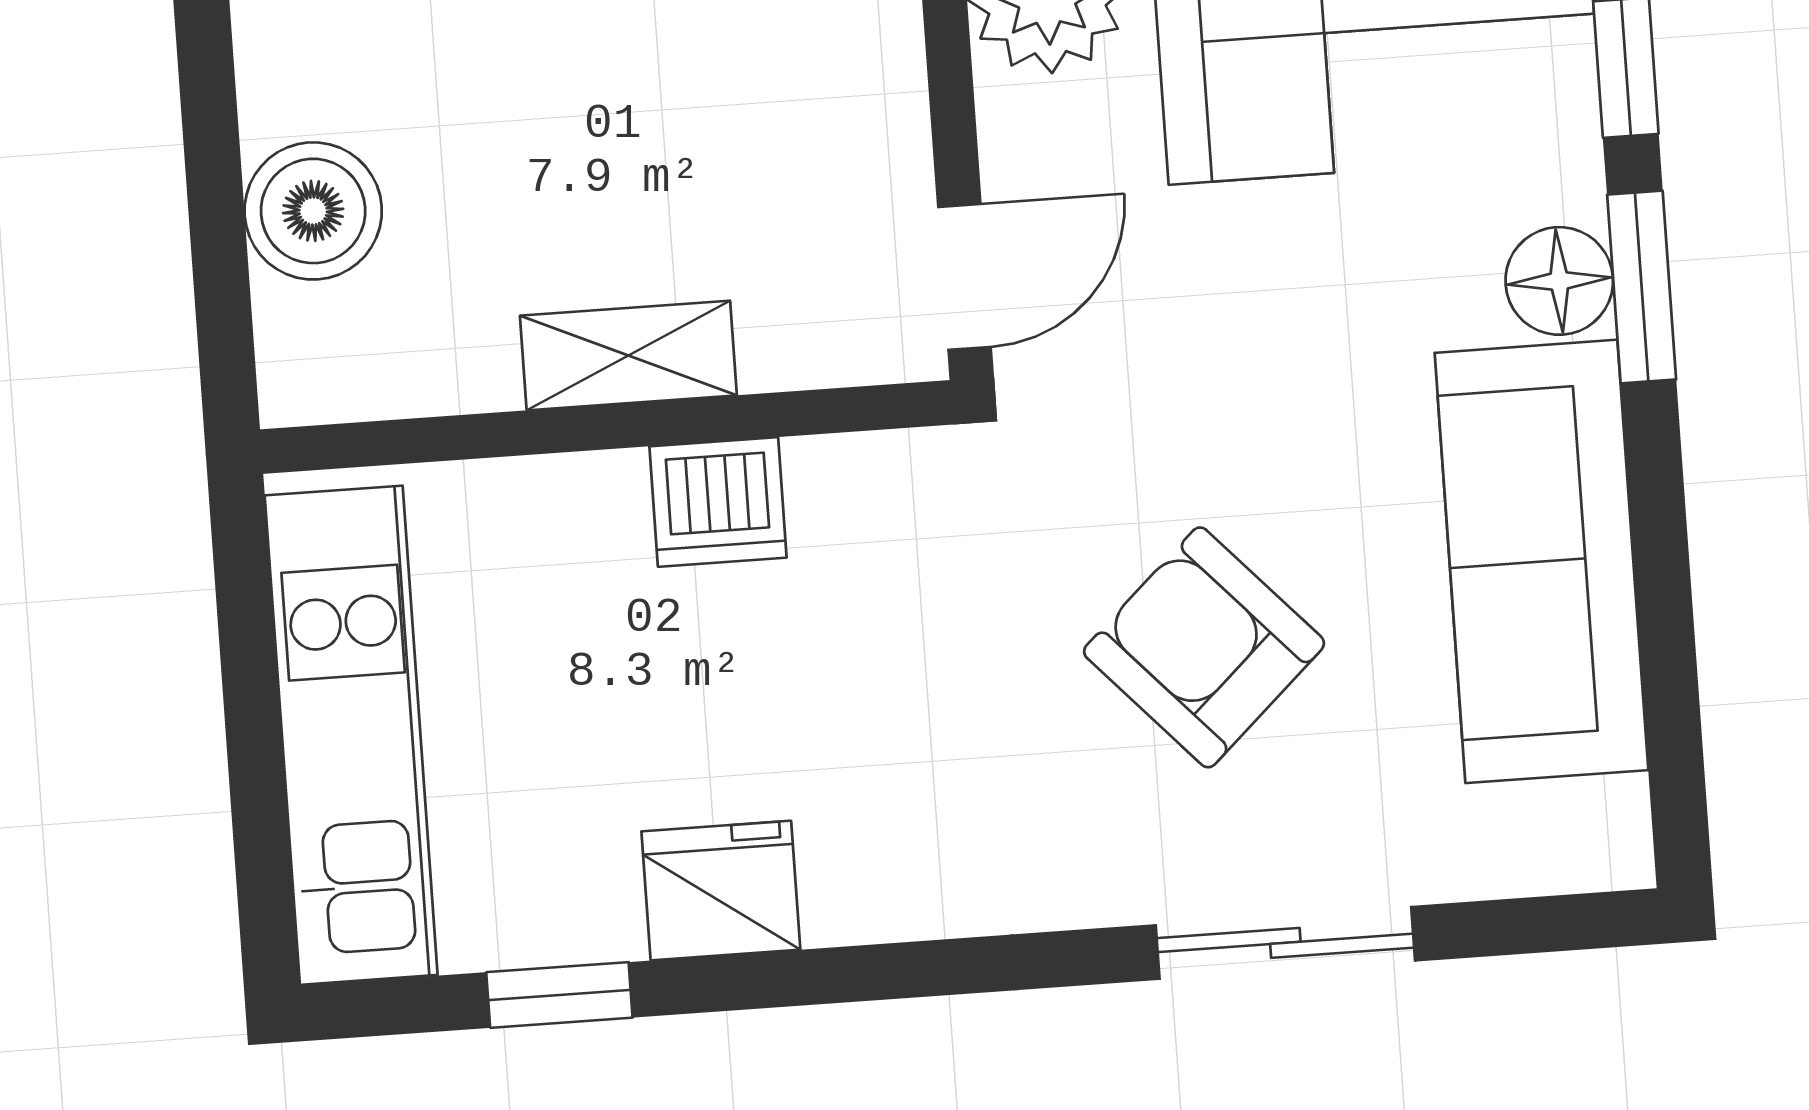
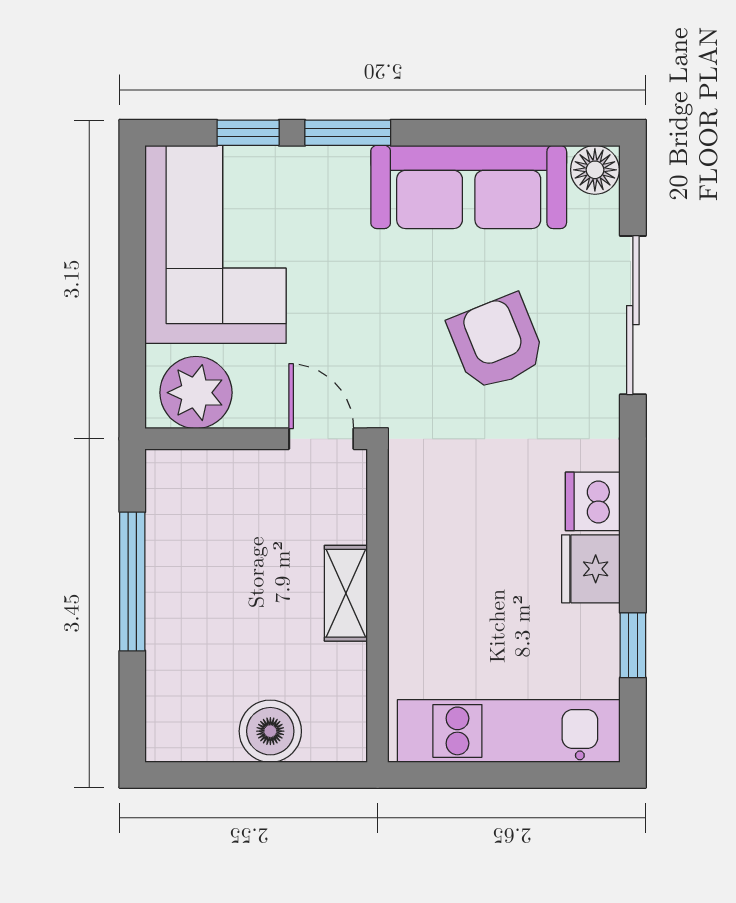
floor lamp: (1559, 281) -> (595, 170), moved
dishwasher: (718, 502) -> (593, 501), moved, turned 180
armchair: (1204, 647) -> (497, 342), turned 111
sliding door: (1285, 943) -> (633, 315), width x1.37

